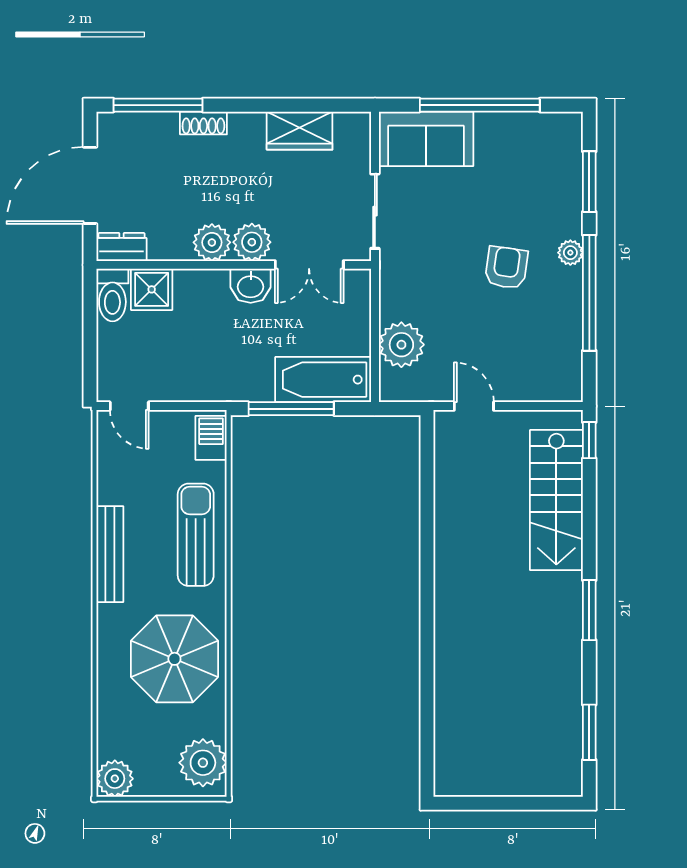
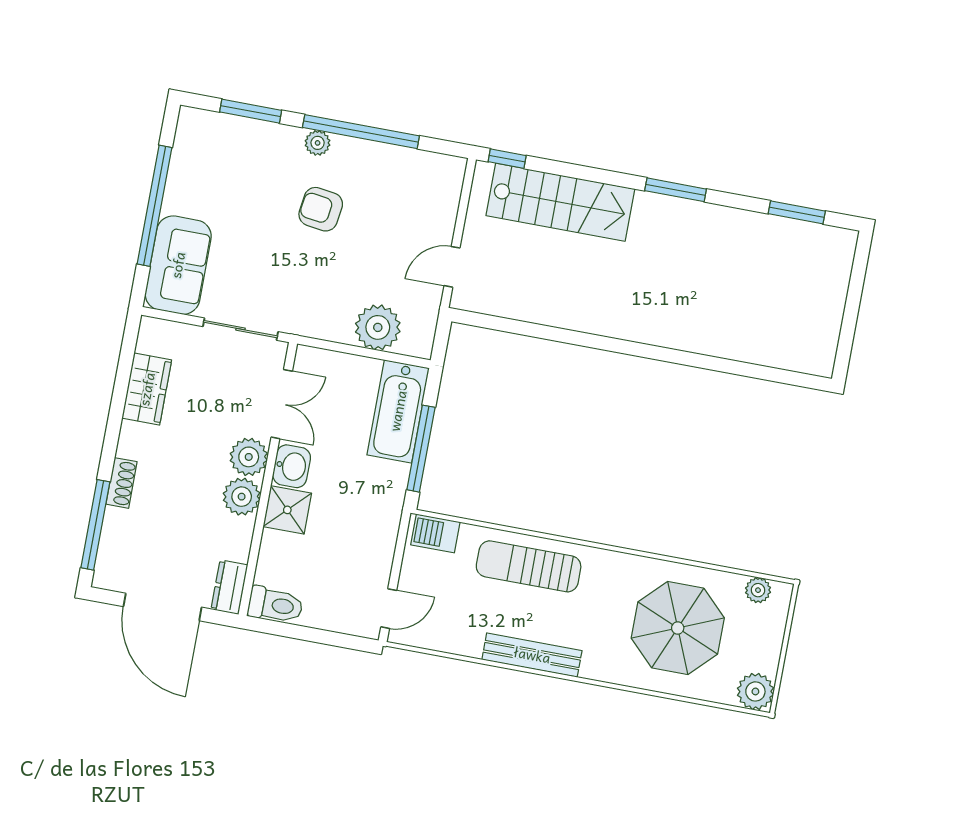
shower: (152, 289) -> (287, 510), moved
parasol: (174, 659) -> (678, 628), moved
plant: (203, 763) -> (758, 590), width x0.53, depth x0.53

